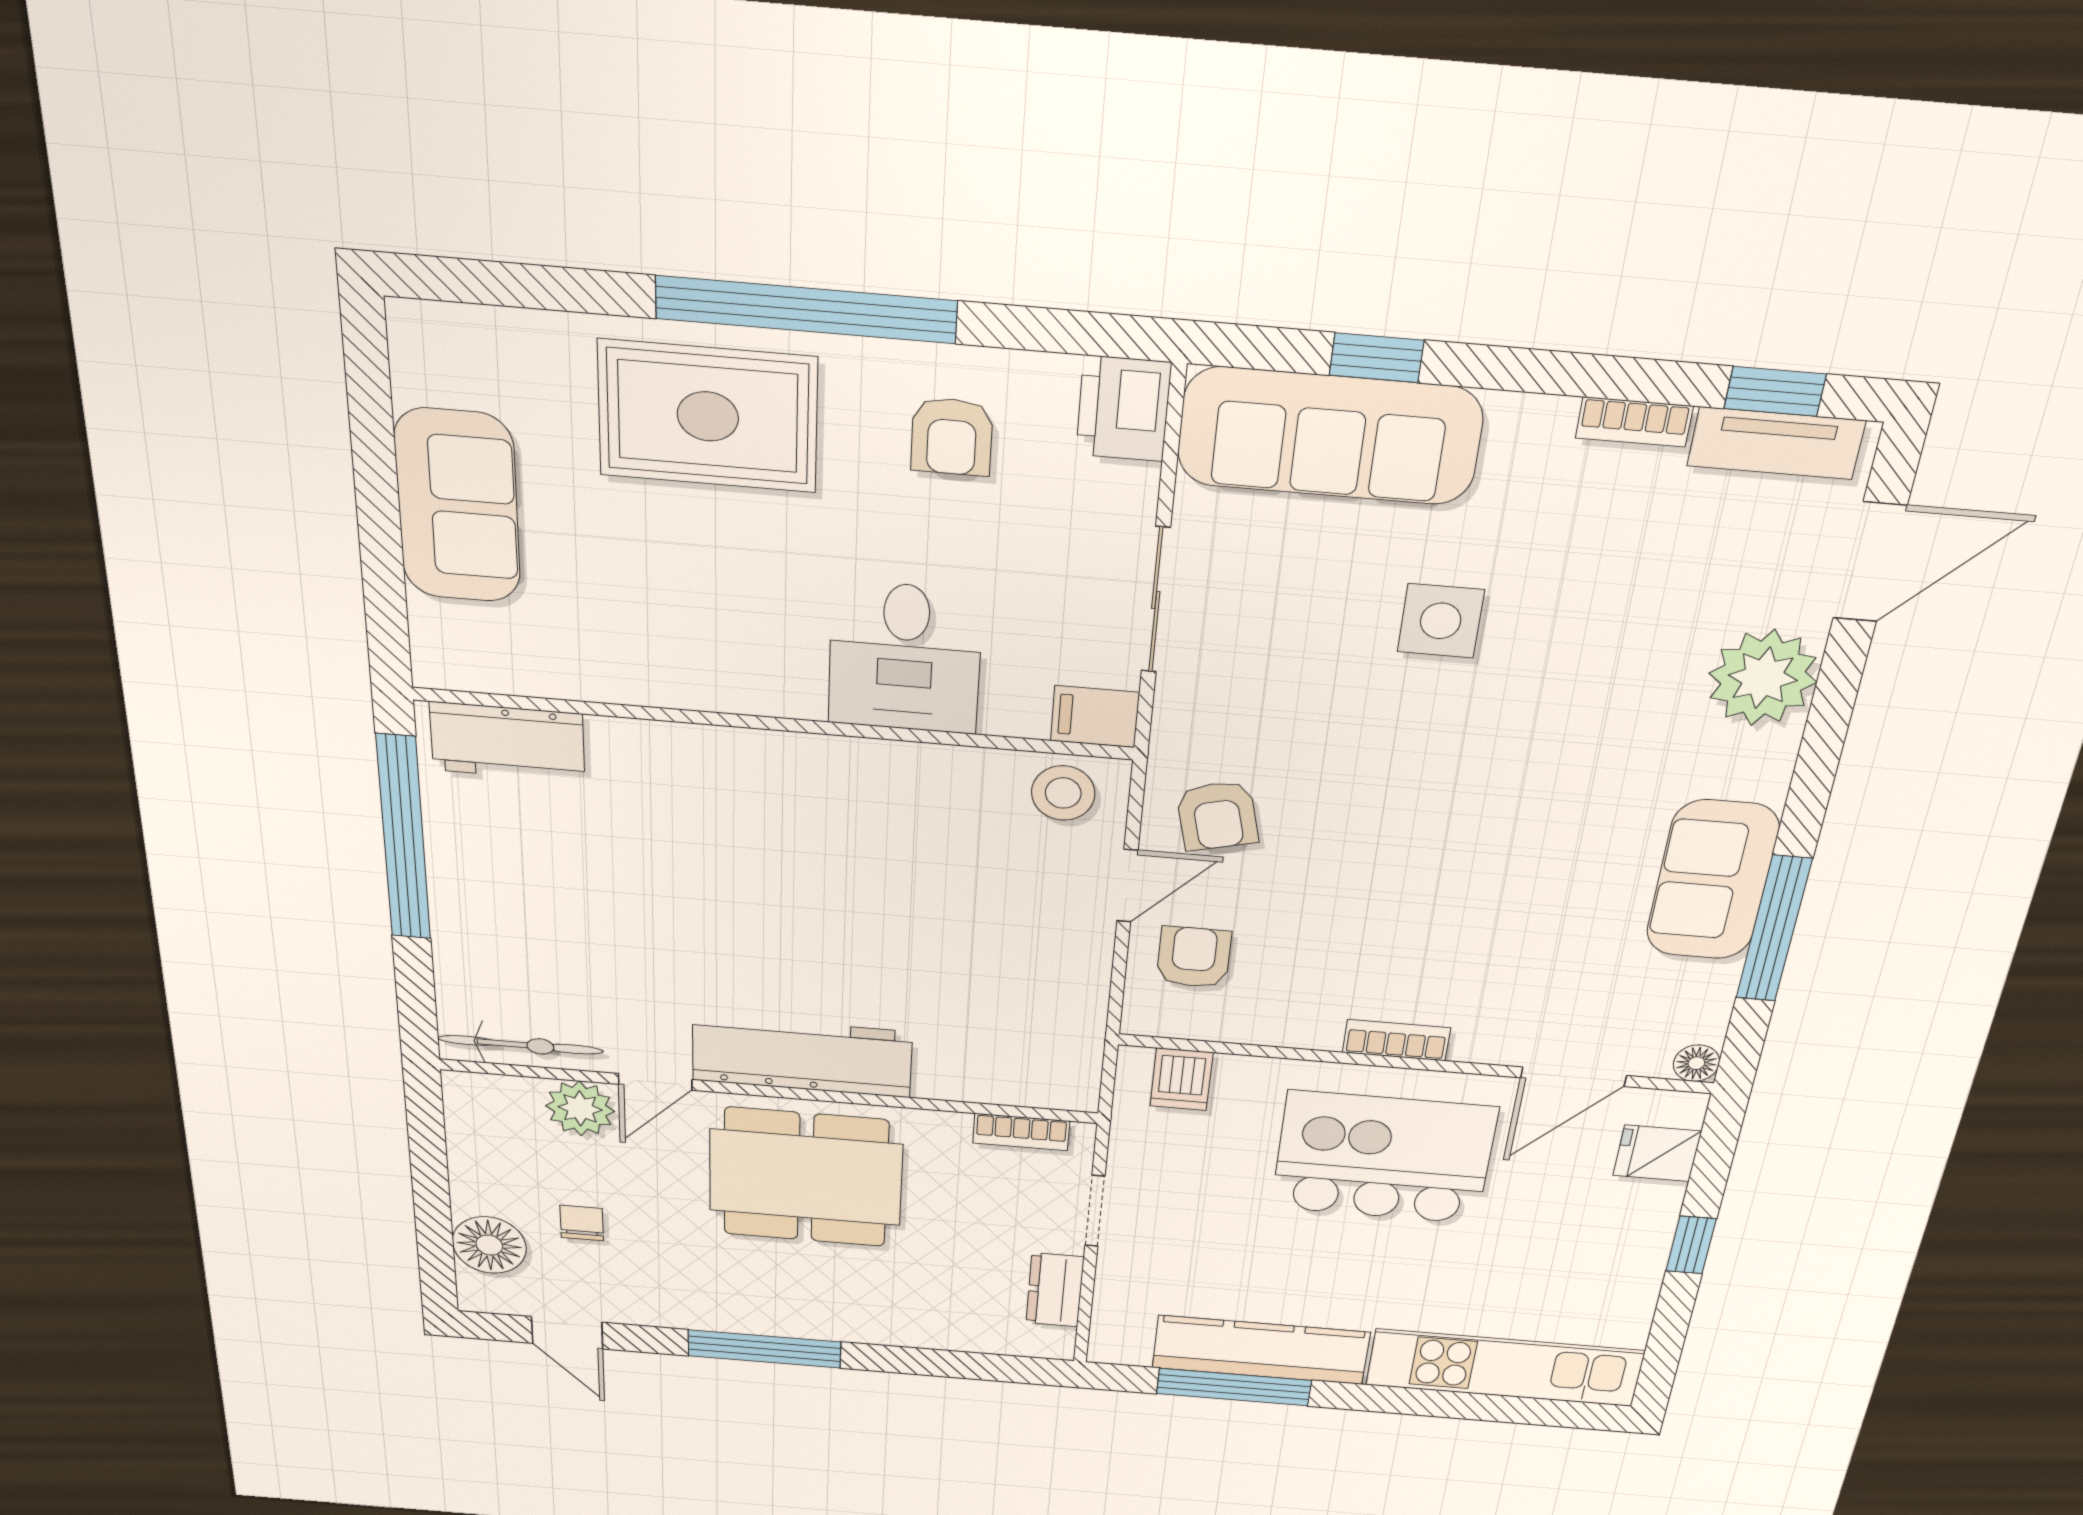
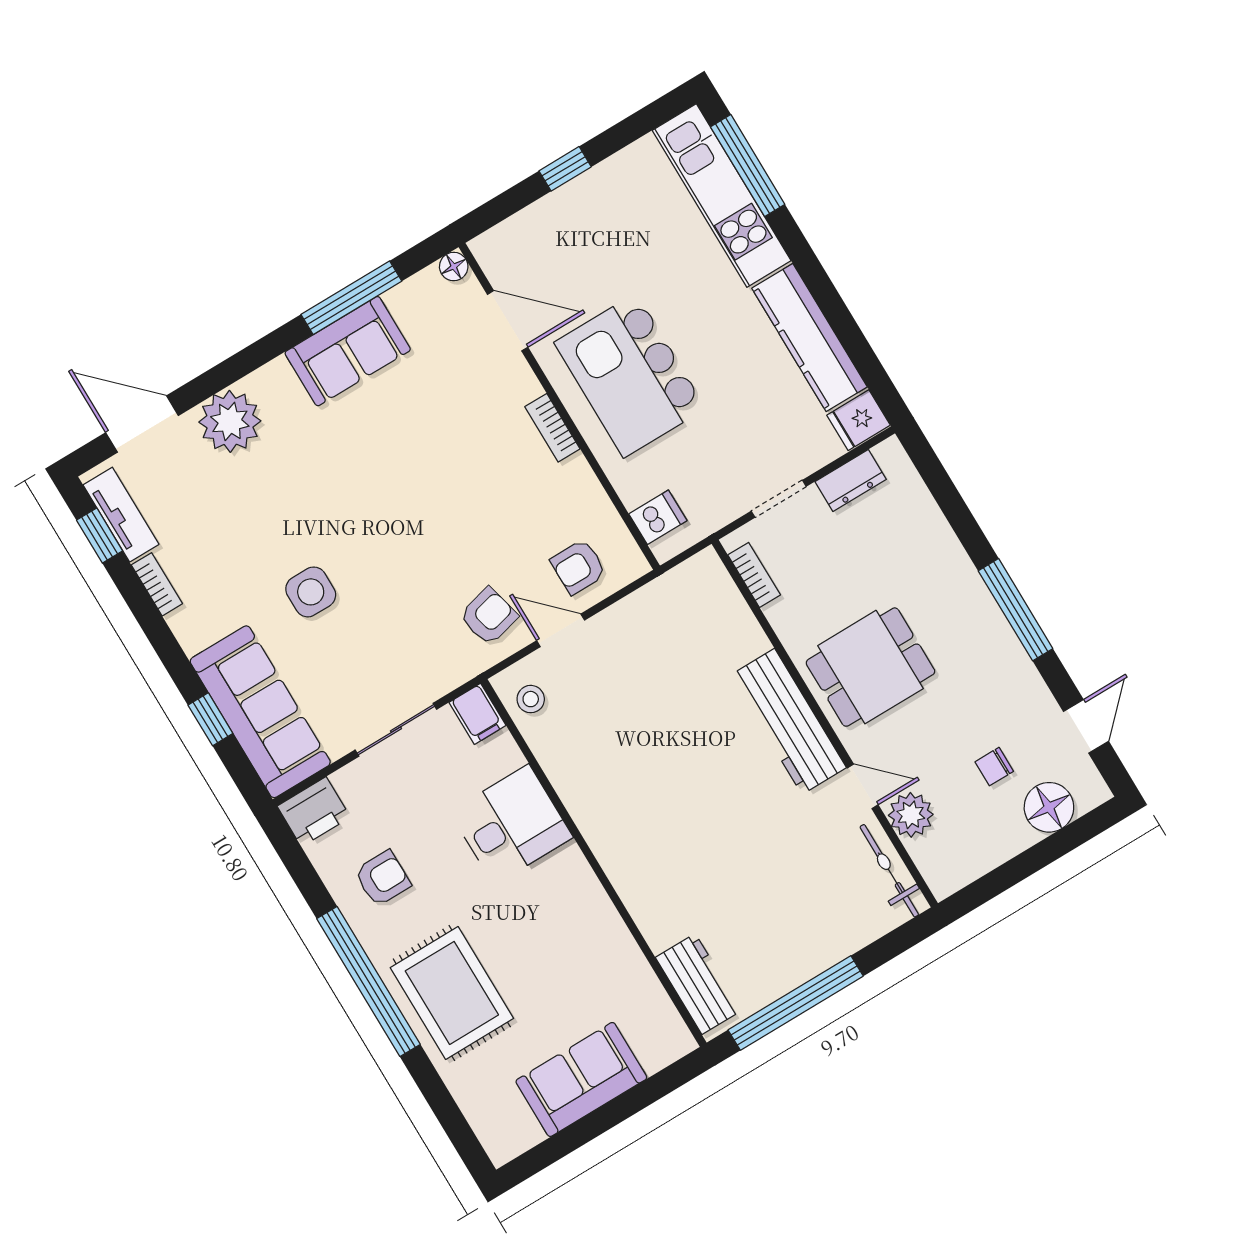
stool: (1063, 793) -> (531, 699), width x0.73, depth x0.73
fridge: (1657, 1153) -> (858, 420), moved, turned 90
dining table: (806, 1177) -> (870, 667), width x0.73
window: (1234, 1387) -> (748, 166), moved

